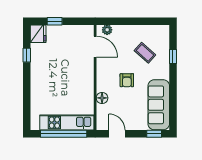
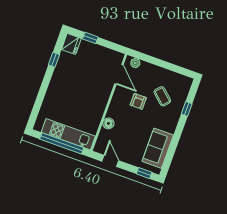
armchair: (127, 80) -> (138, 101), moved
sofa: (159, 105) -> (158, 148), width x0.73

